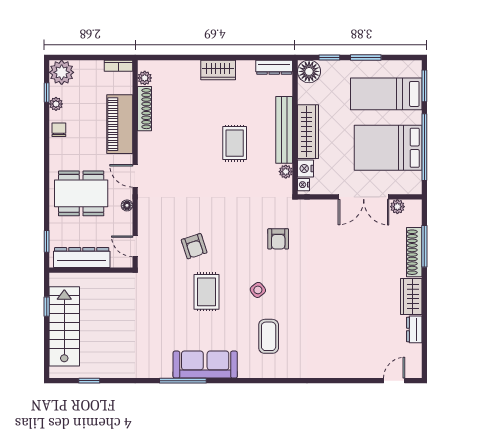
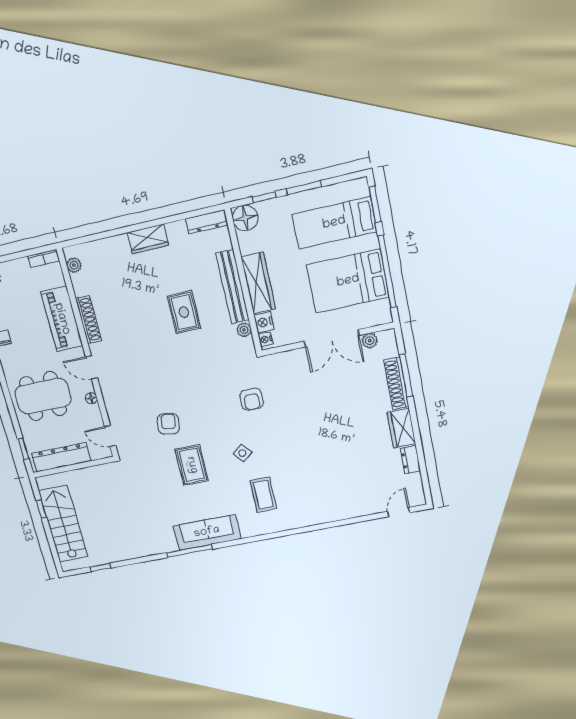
shoe rack: (145, 109) -> (89, 320), moved
armchair: (194, 246) -> (168, 424), turned -153

